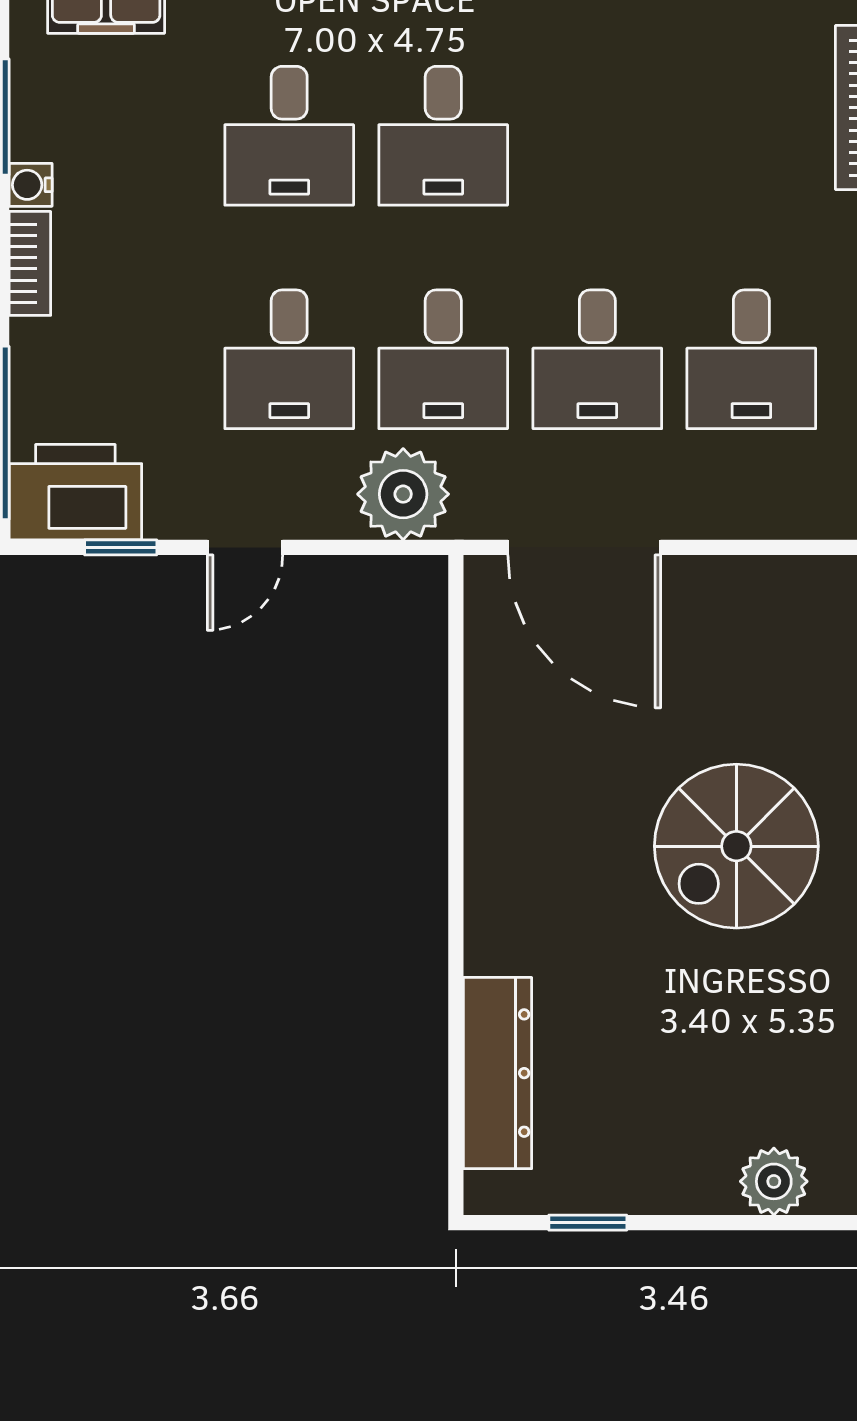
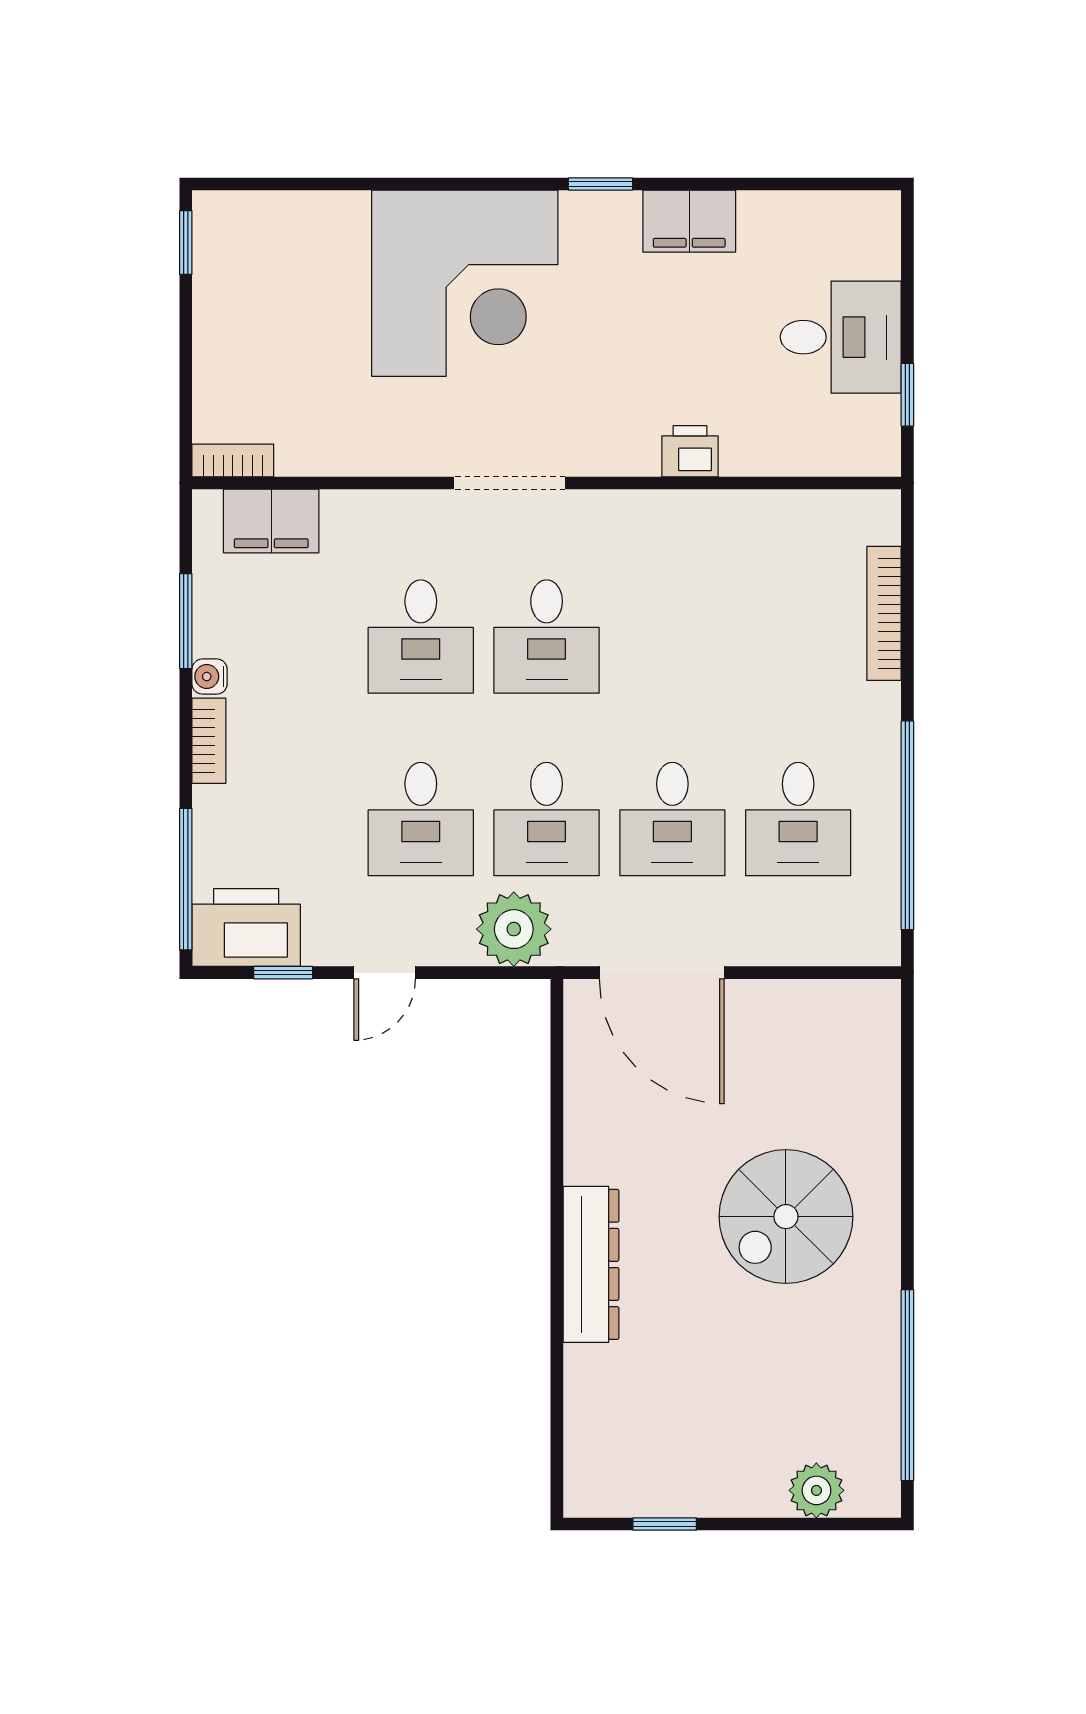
dresser: (498, 1073) -> (591, 1264), moved

